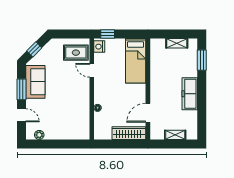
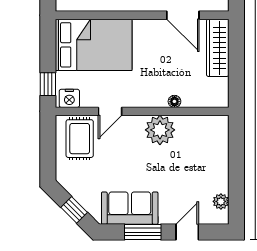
bed: (136, 61) -> (94, 45), width x1.50
plant: (81, 99) -> (160, 130), added

